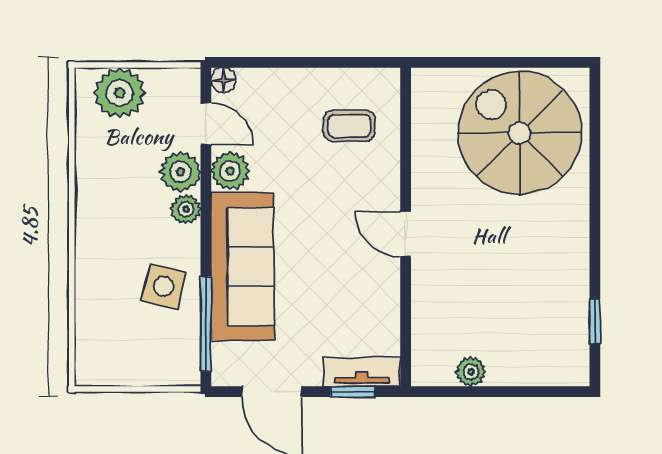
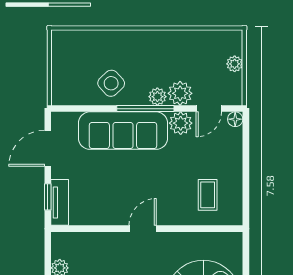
plant: (120, 93) -> (235, 64), width x0.53, depth x0.53
side table: (164, 286) -> (111, 83), turned 33
window: (206, 324) -> (145, 109), moved

